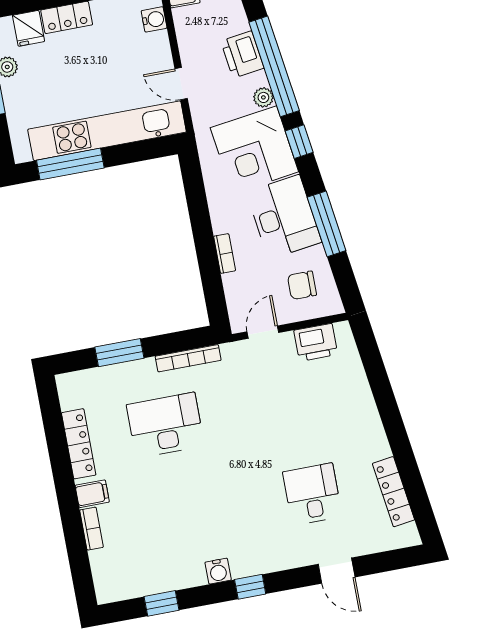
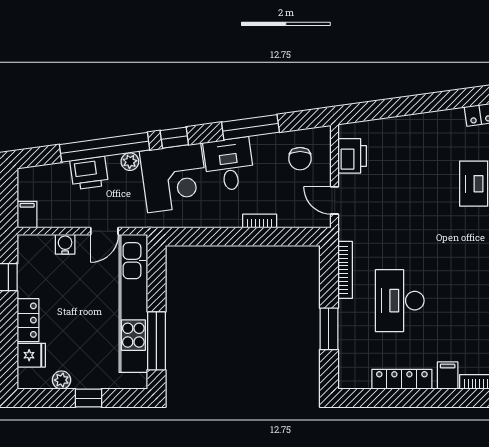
water cooler: (154, 19) -> (65, 244), moved
desk: (284, 217) -> (229, 164), width x0.73

